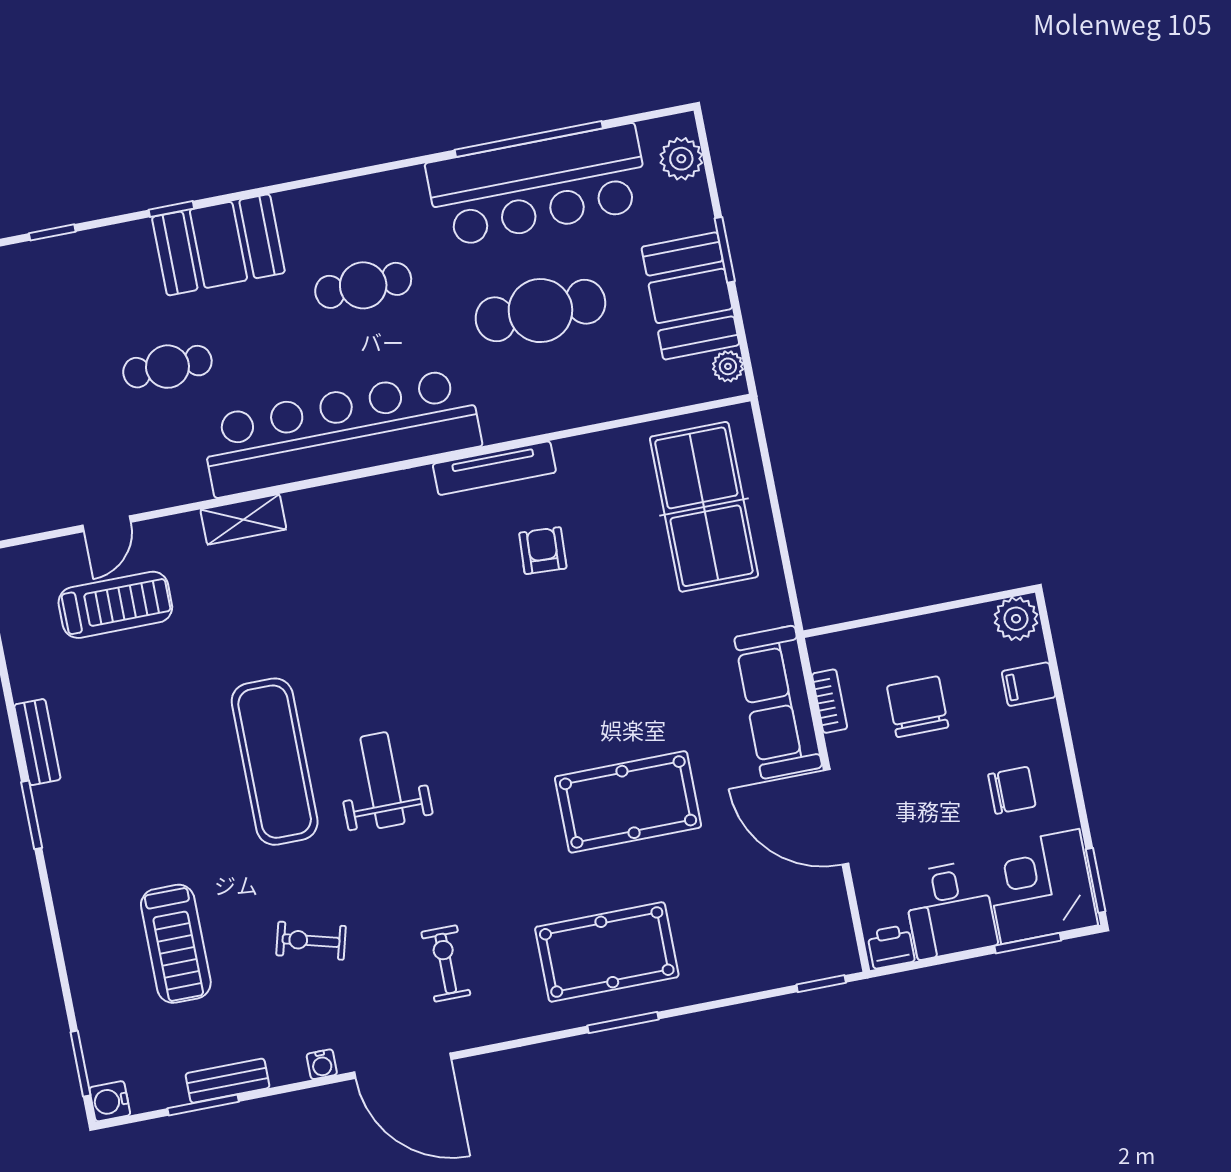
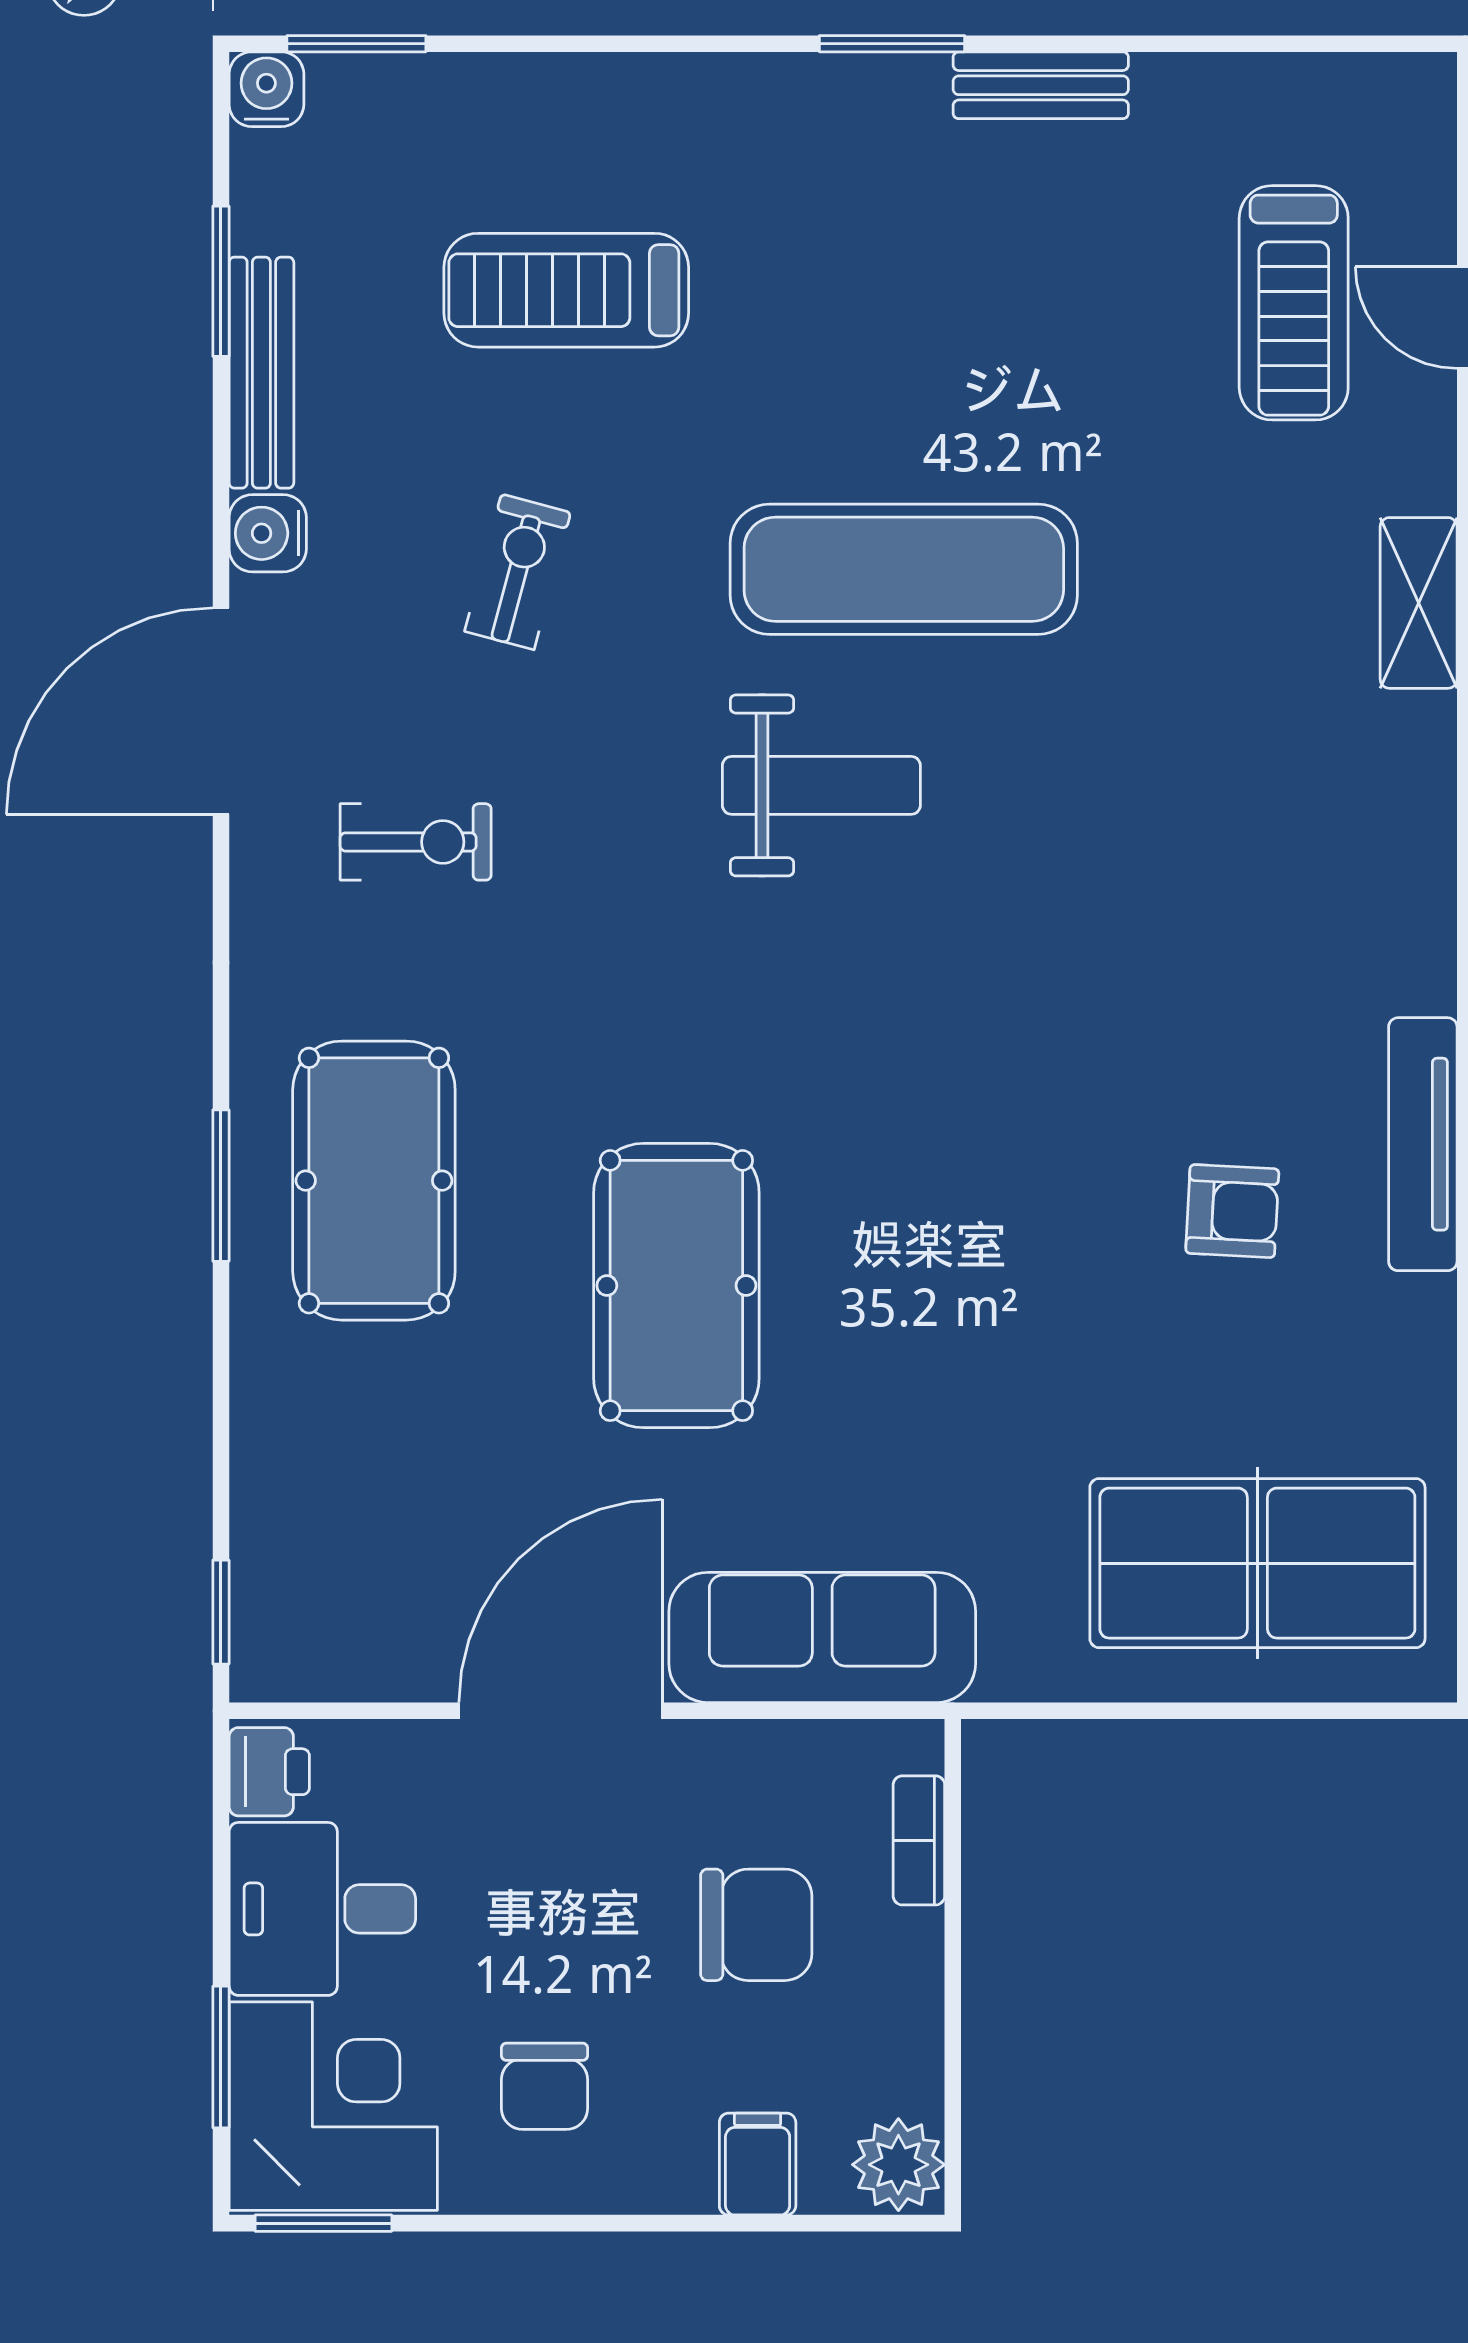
bookcase: (830, 701) -> (919, 1840), moved, turned 90
water cooler: (322, 1064) -> (268, 533), width x1.38, depth x1.38
bench: (228, 1081) -> (261, 373), width x1.36

